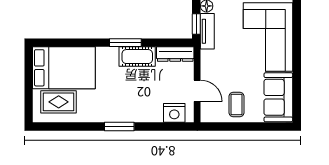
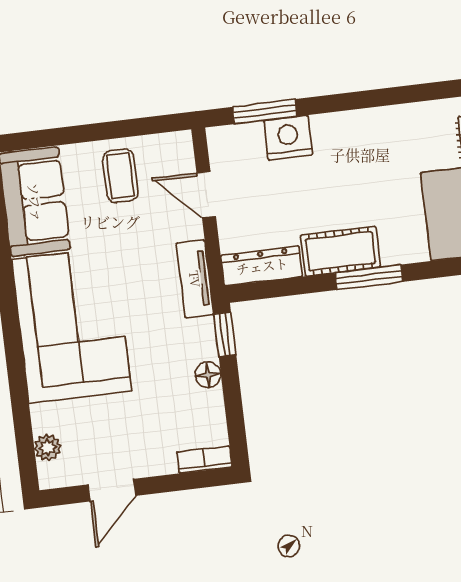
tv unit: (207, 31) -> (195, 279), moved
nightstand: (174, 113) -> (288, 138), moved
window: (119, 126) -> (265, 112), moved

